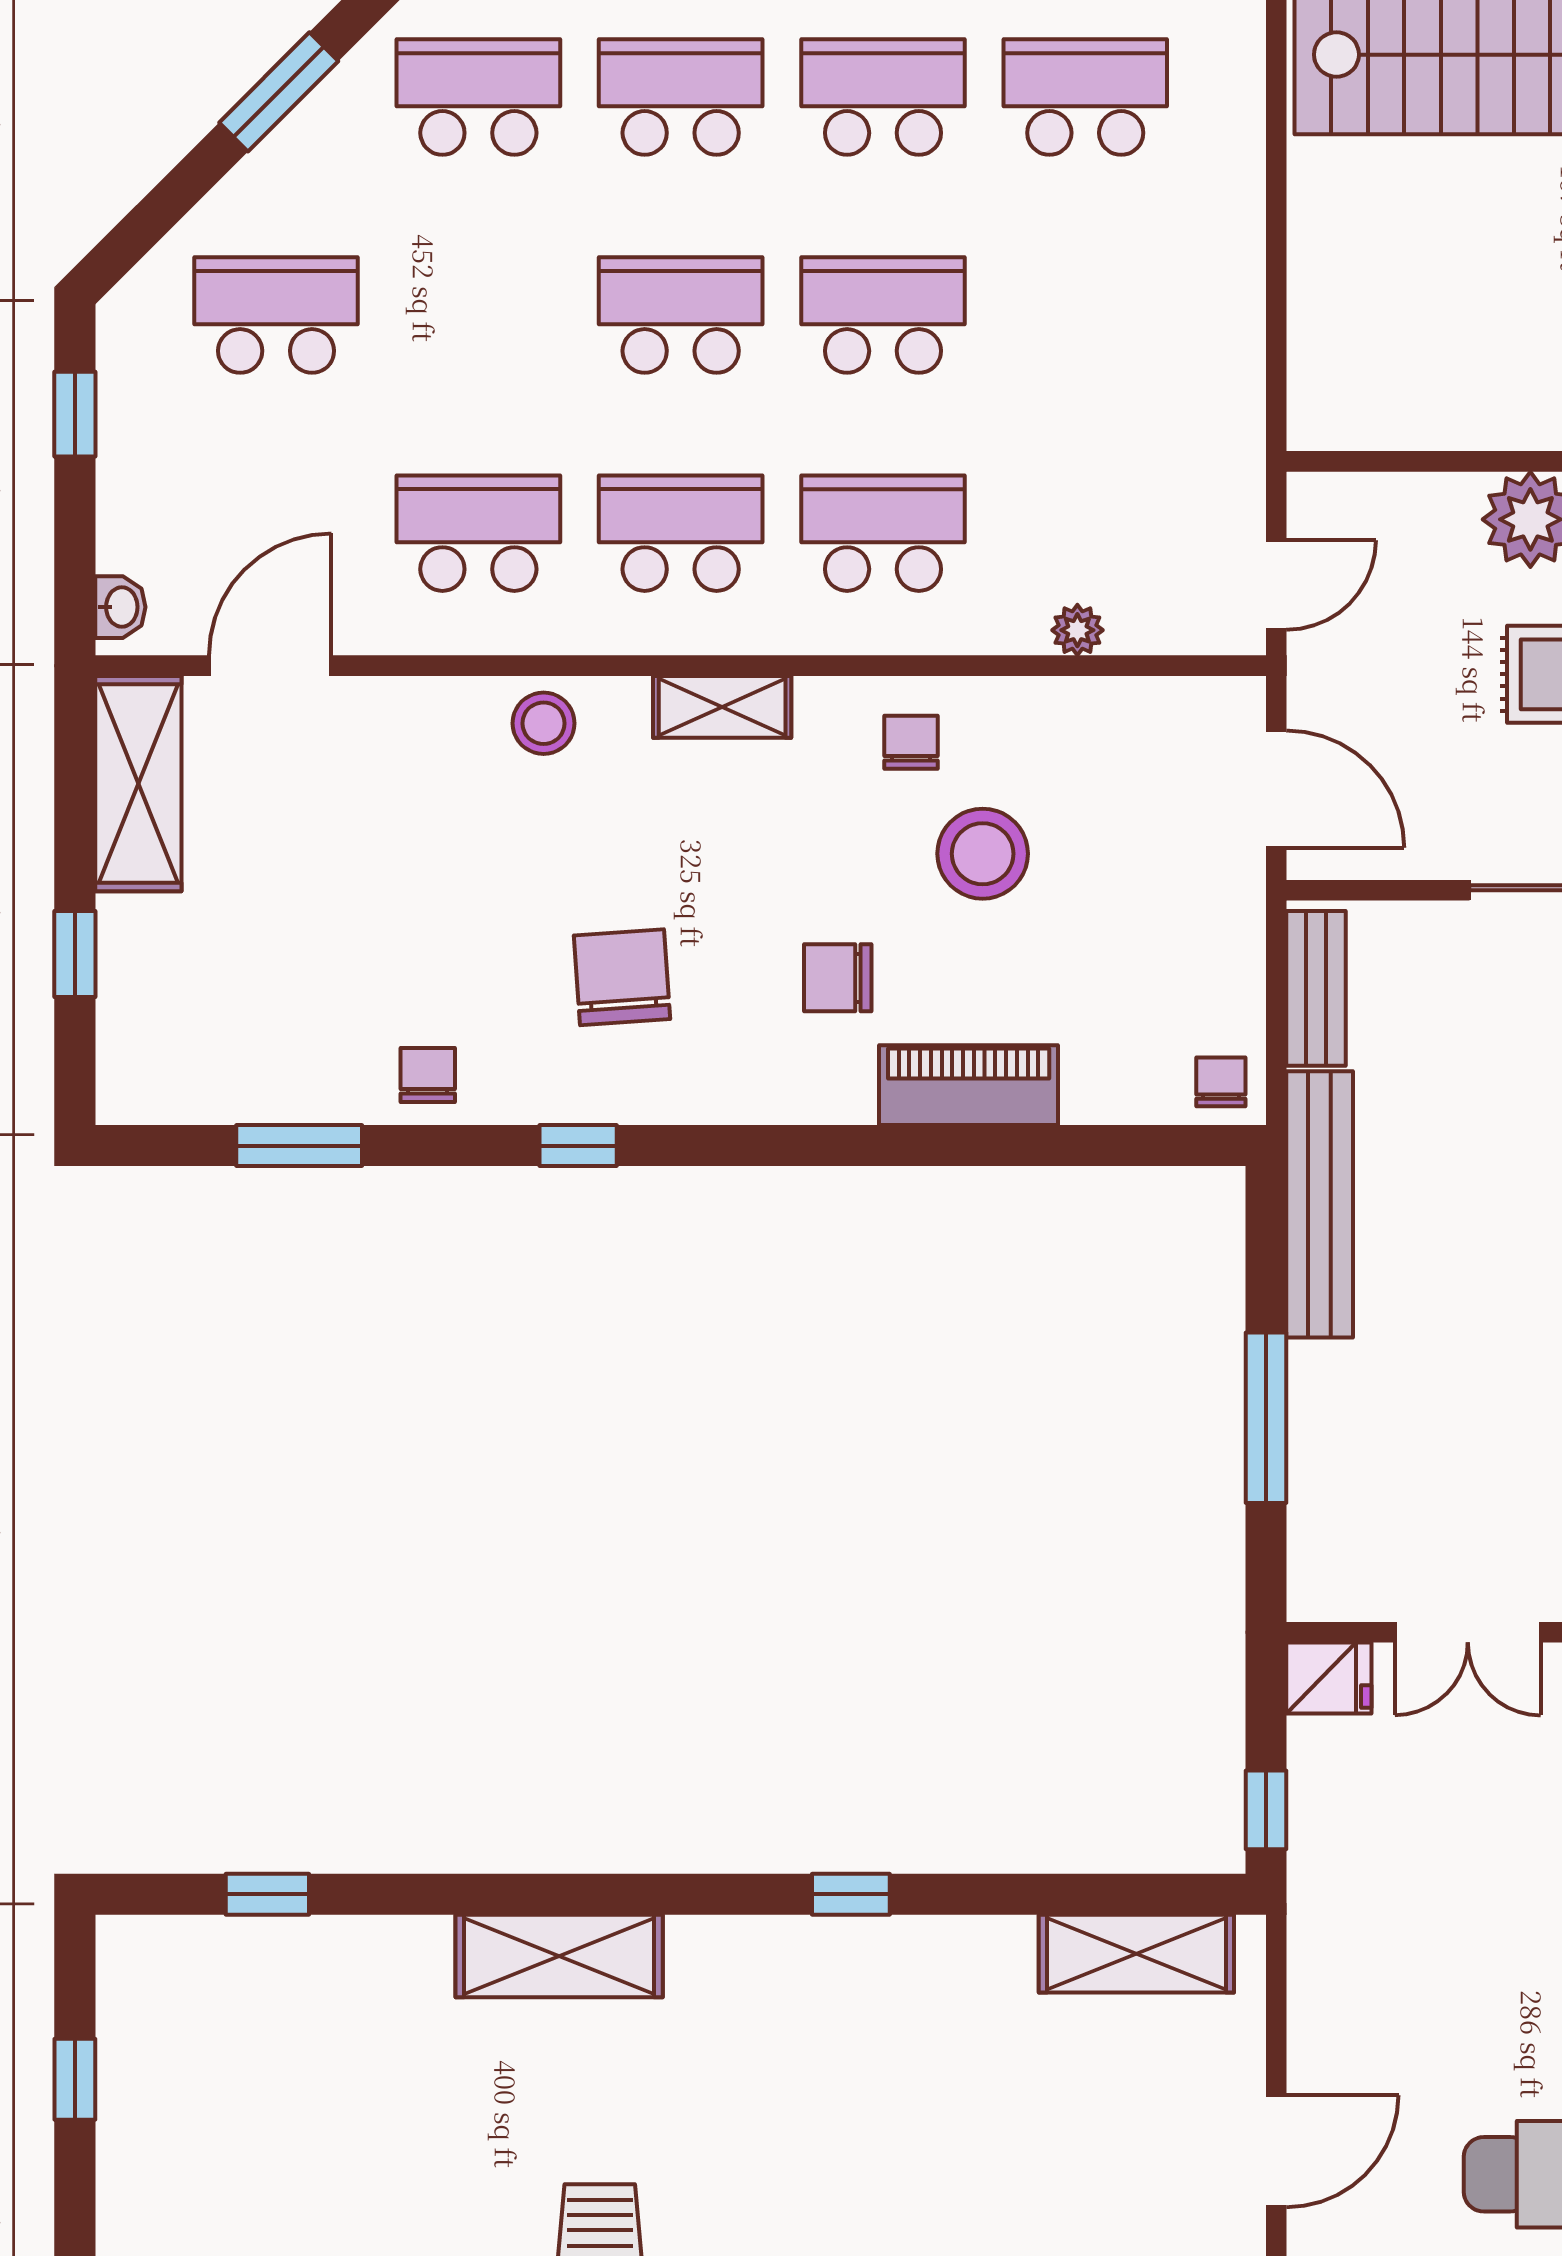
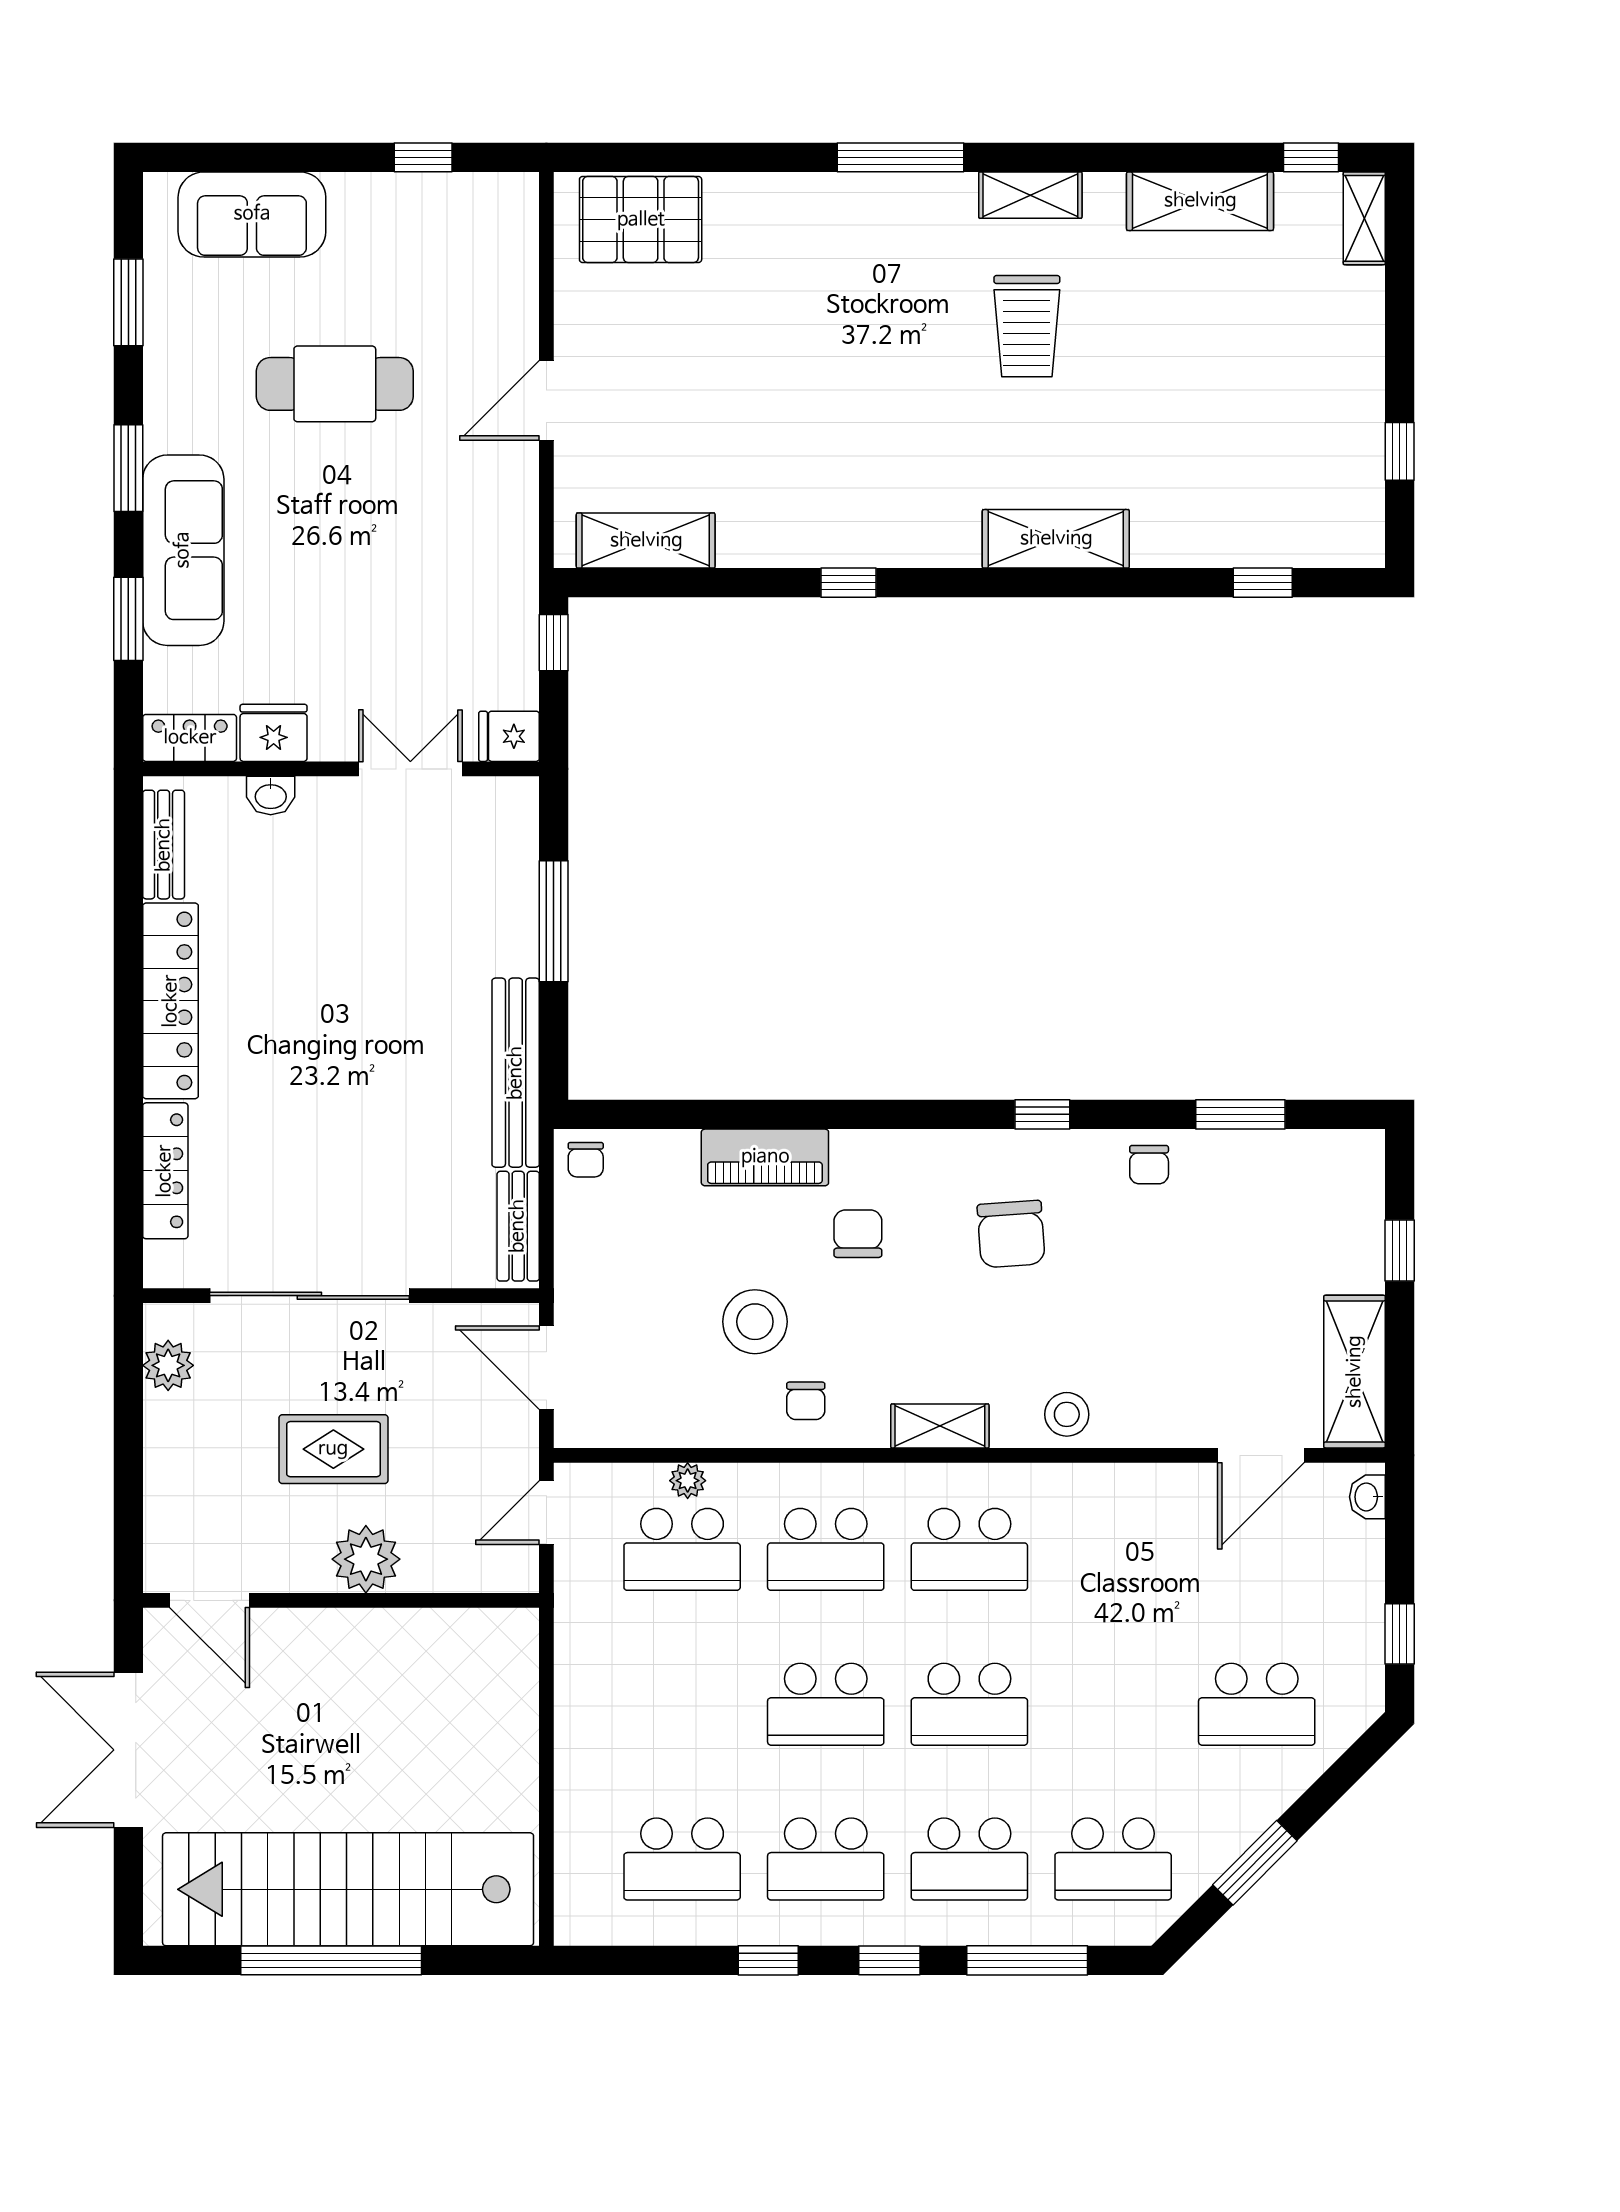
school desk: (478, 533) -> (682, 1549), moved
chair: (838, 978) -> (858, 1234), turned -90

